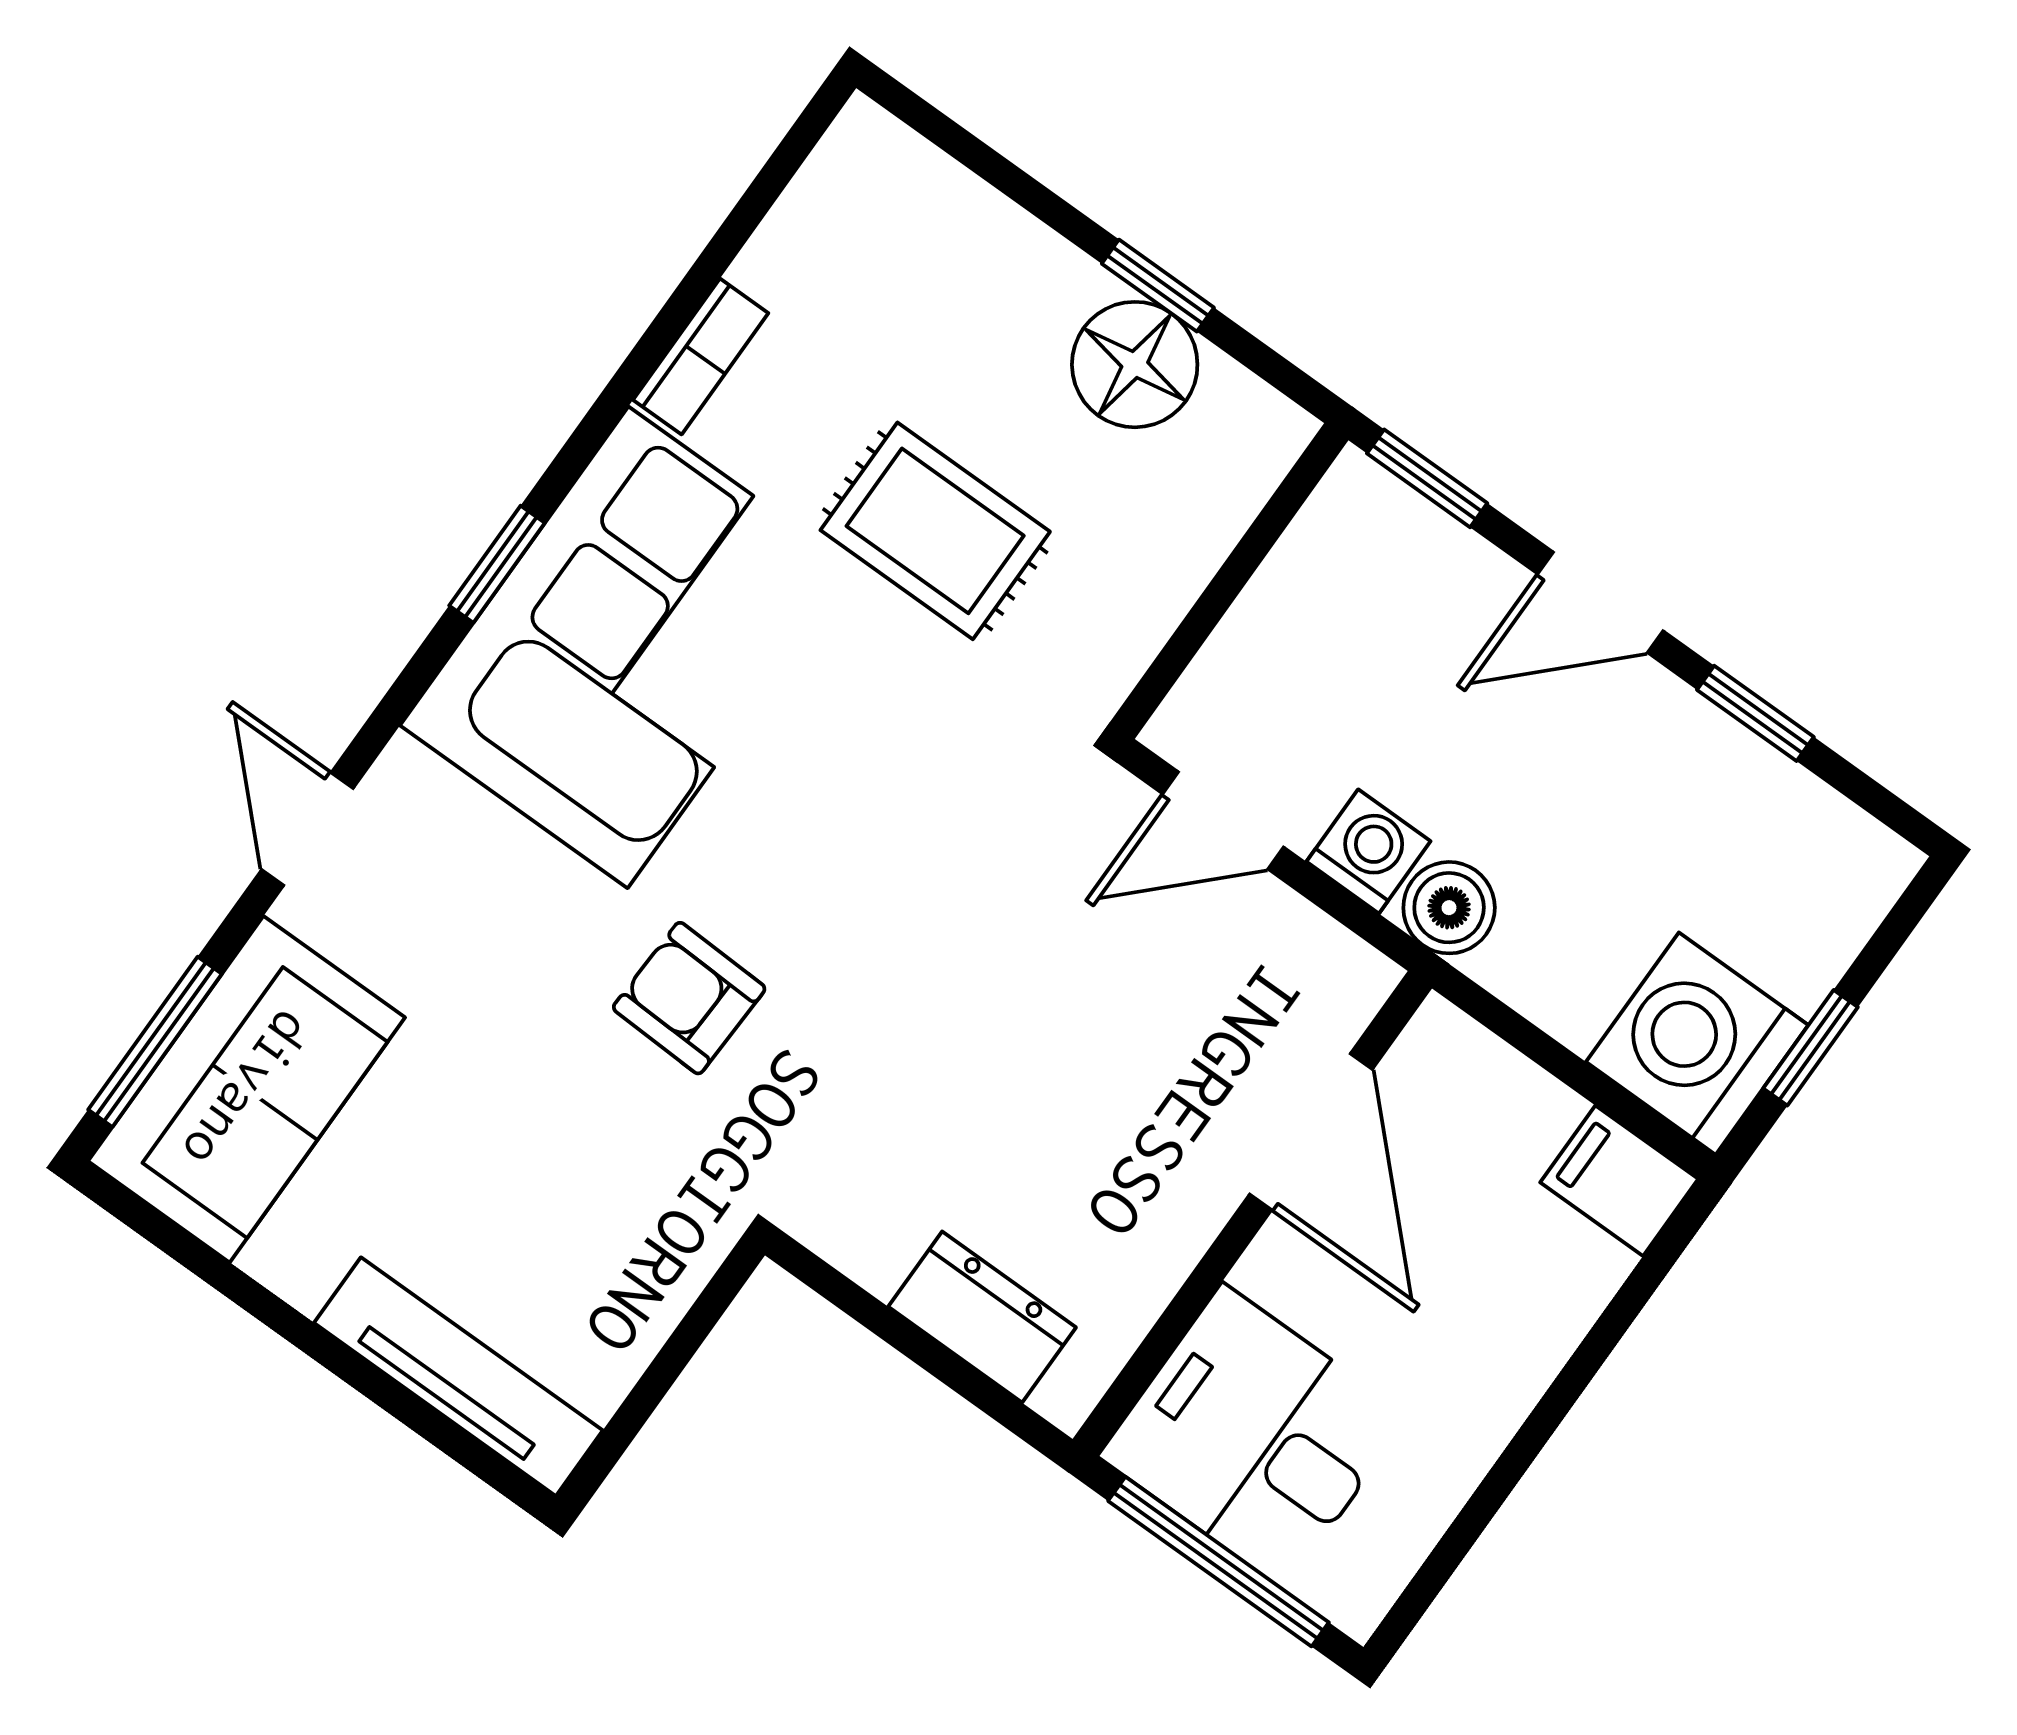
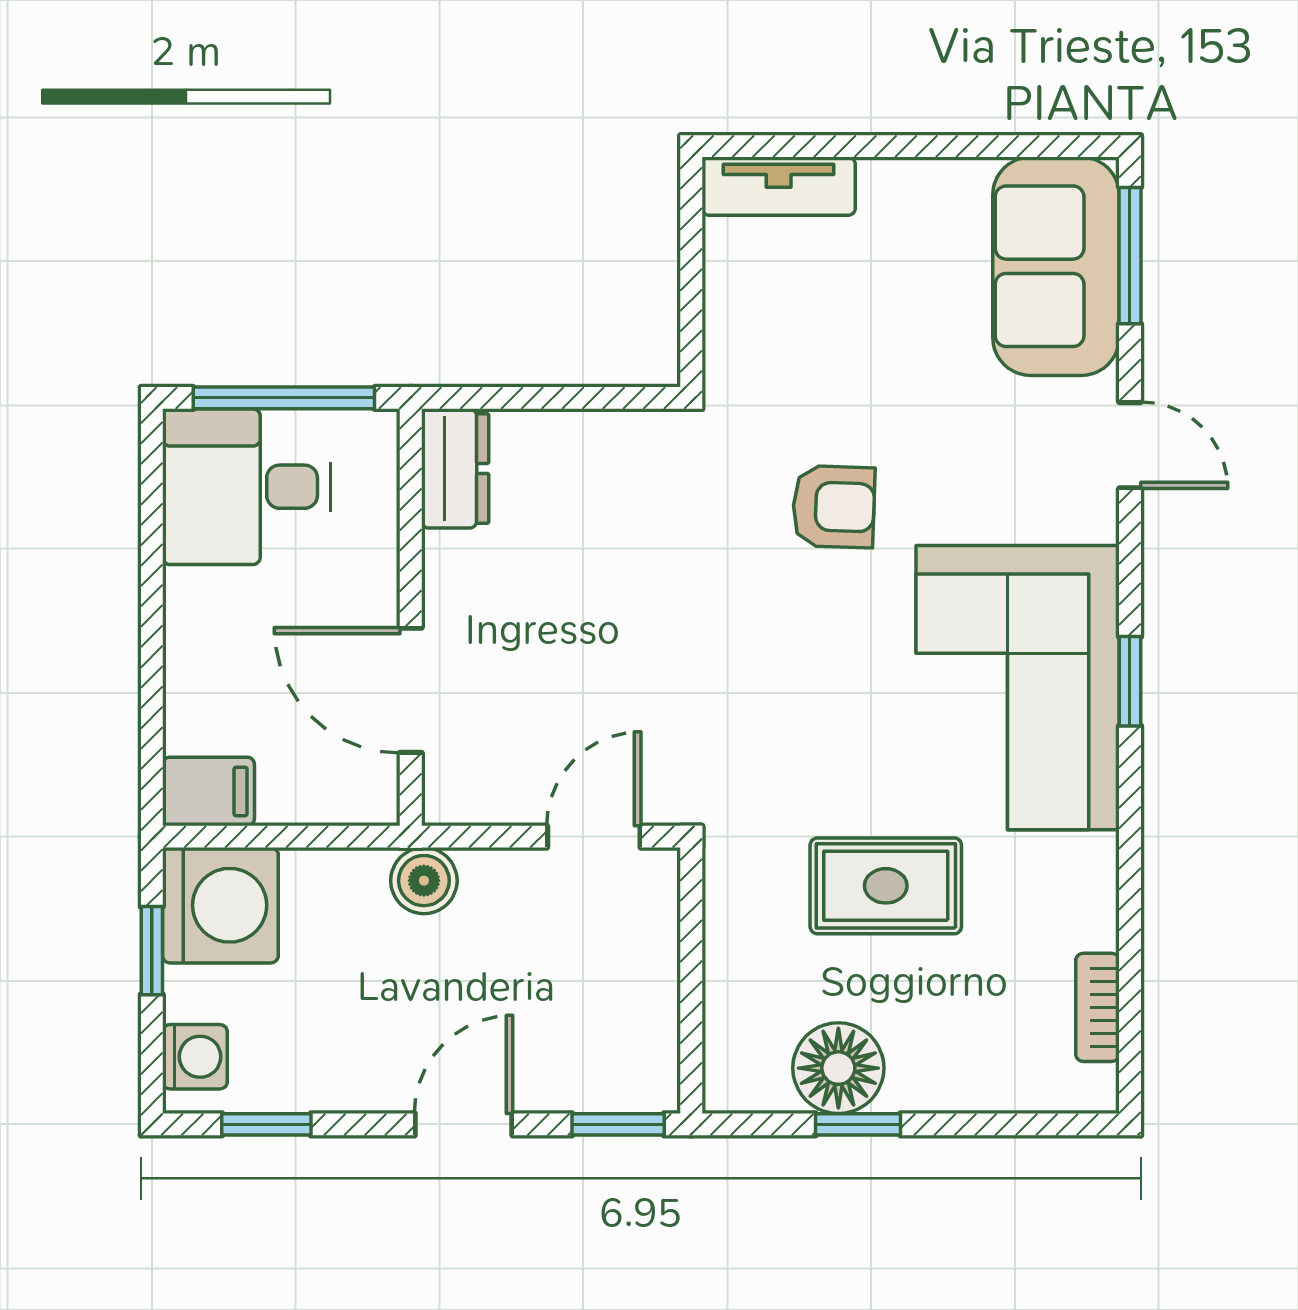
bookcase: (701, 356) -> (1098, 1007), moved
window: (1755, 713) -> (266, 1124), moved
washing machine: (1368, 851) -> (195, 1057), moved, turned -90
dresser: (982, 1317) -> (455, 468), moved, turned -90
tv unit: (458, 1377) -> (779, 186), width x0.71
desk: (1254, 1436) -> (247, 487), moved, turned 180

